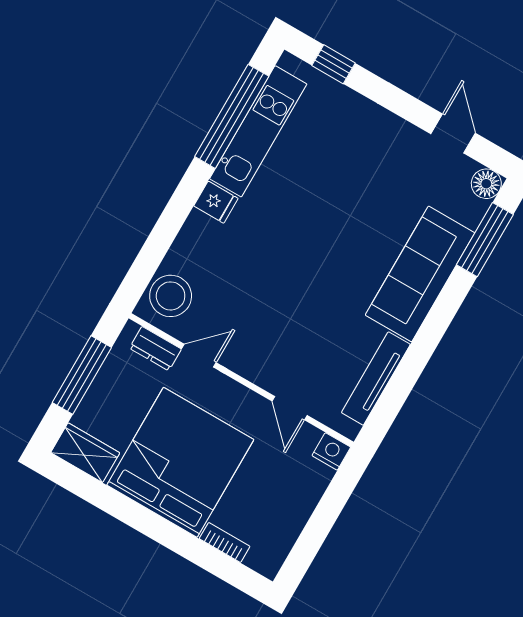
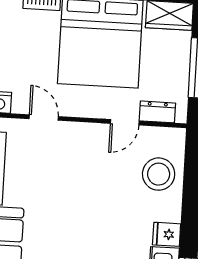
stool: (171, 296) -> (159, 174), moved

